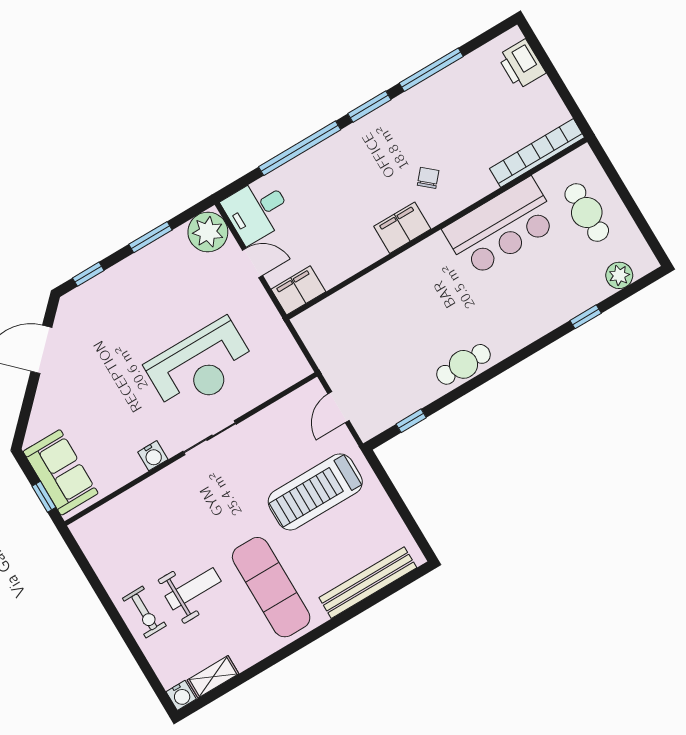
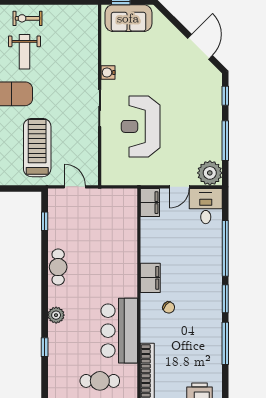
window: (150, 237) -> (225, 141), width x1.44
plant: (619, 275) -> (56, 315), moved

